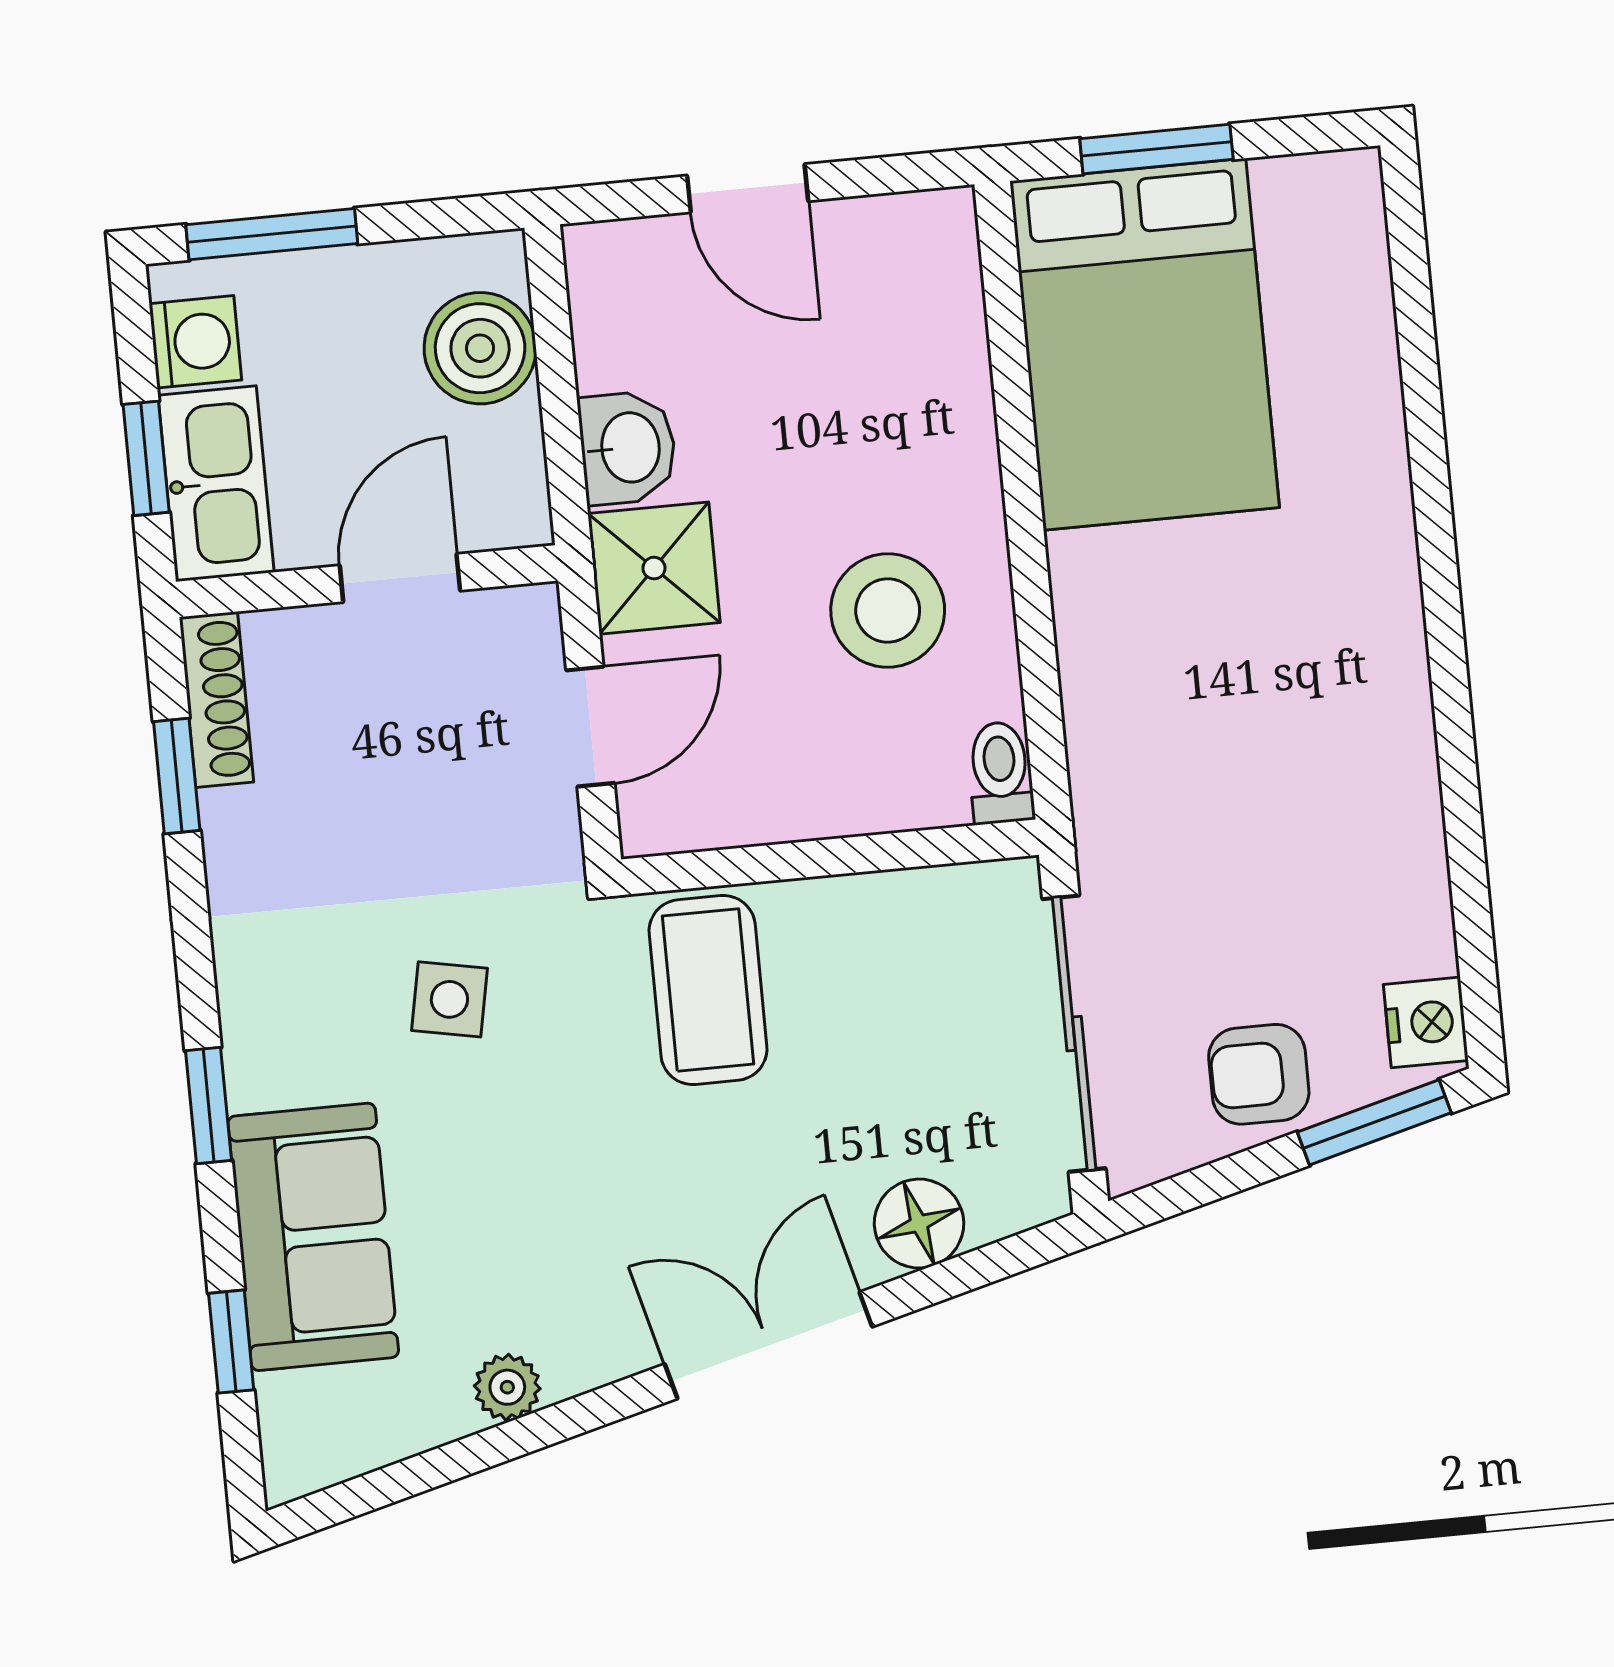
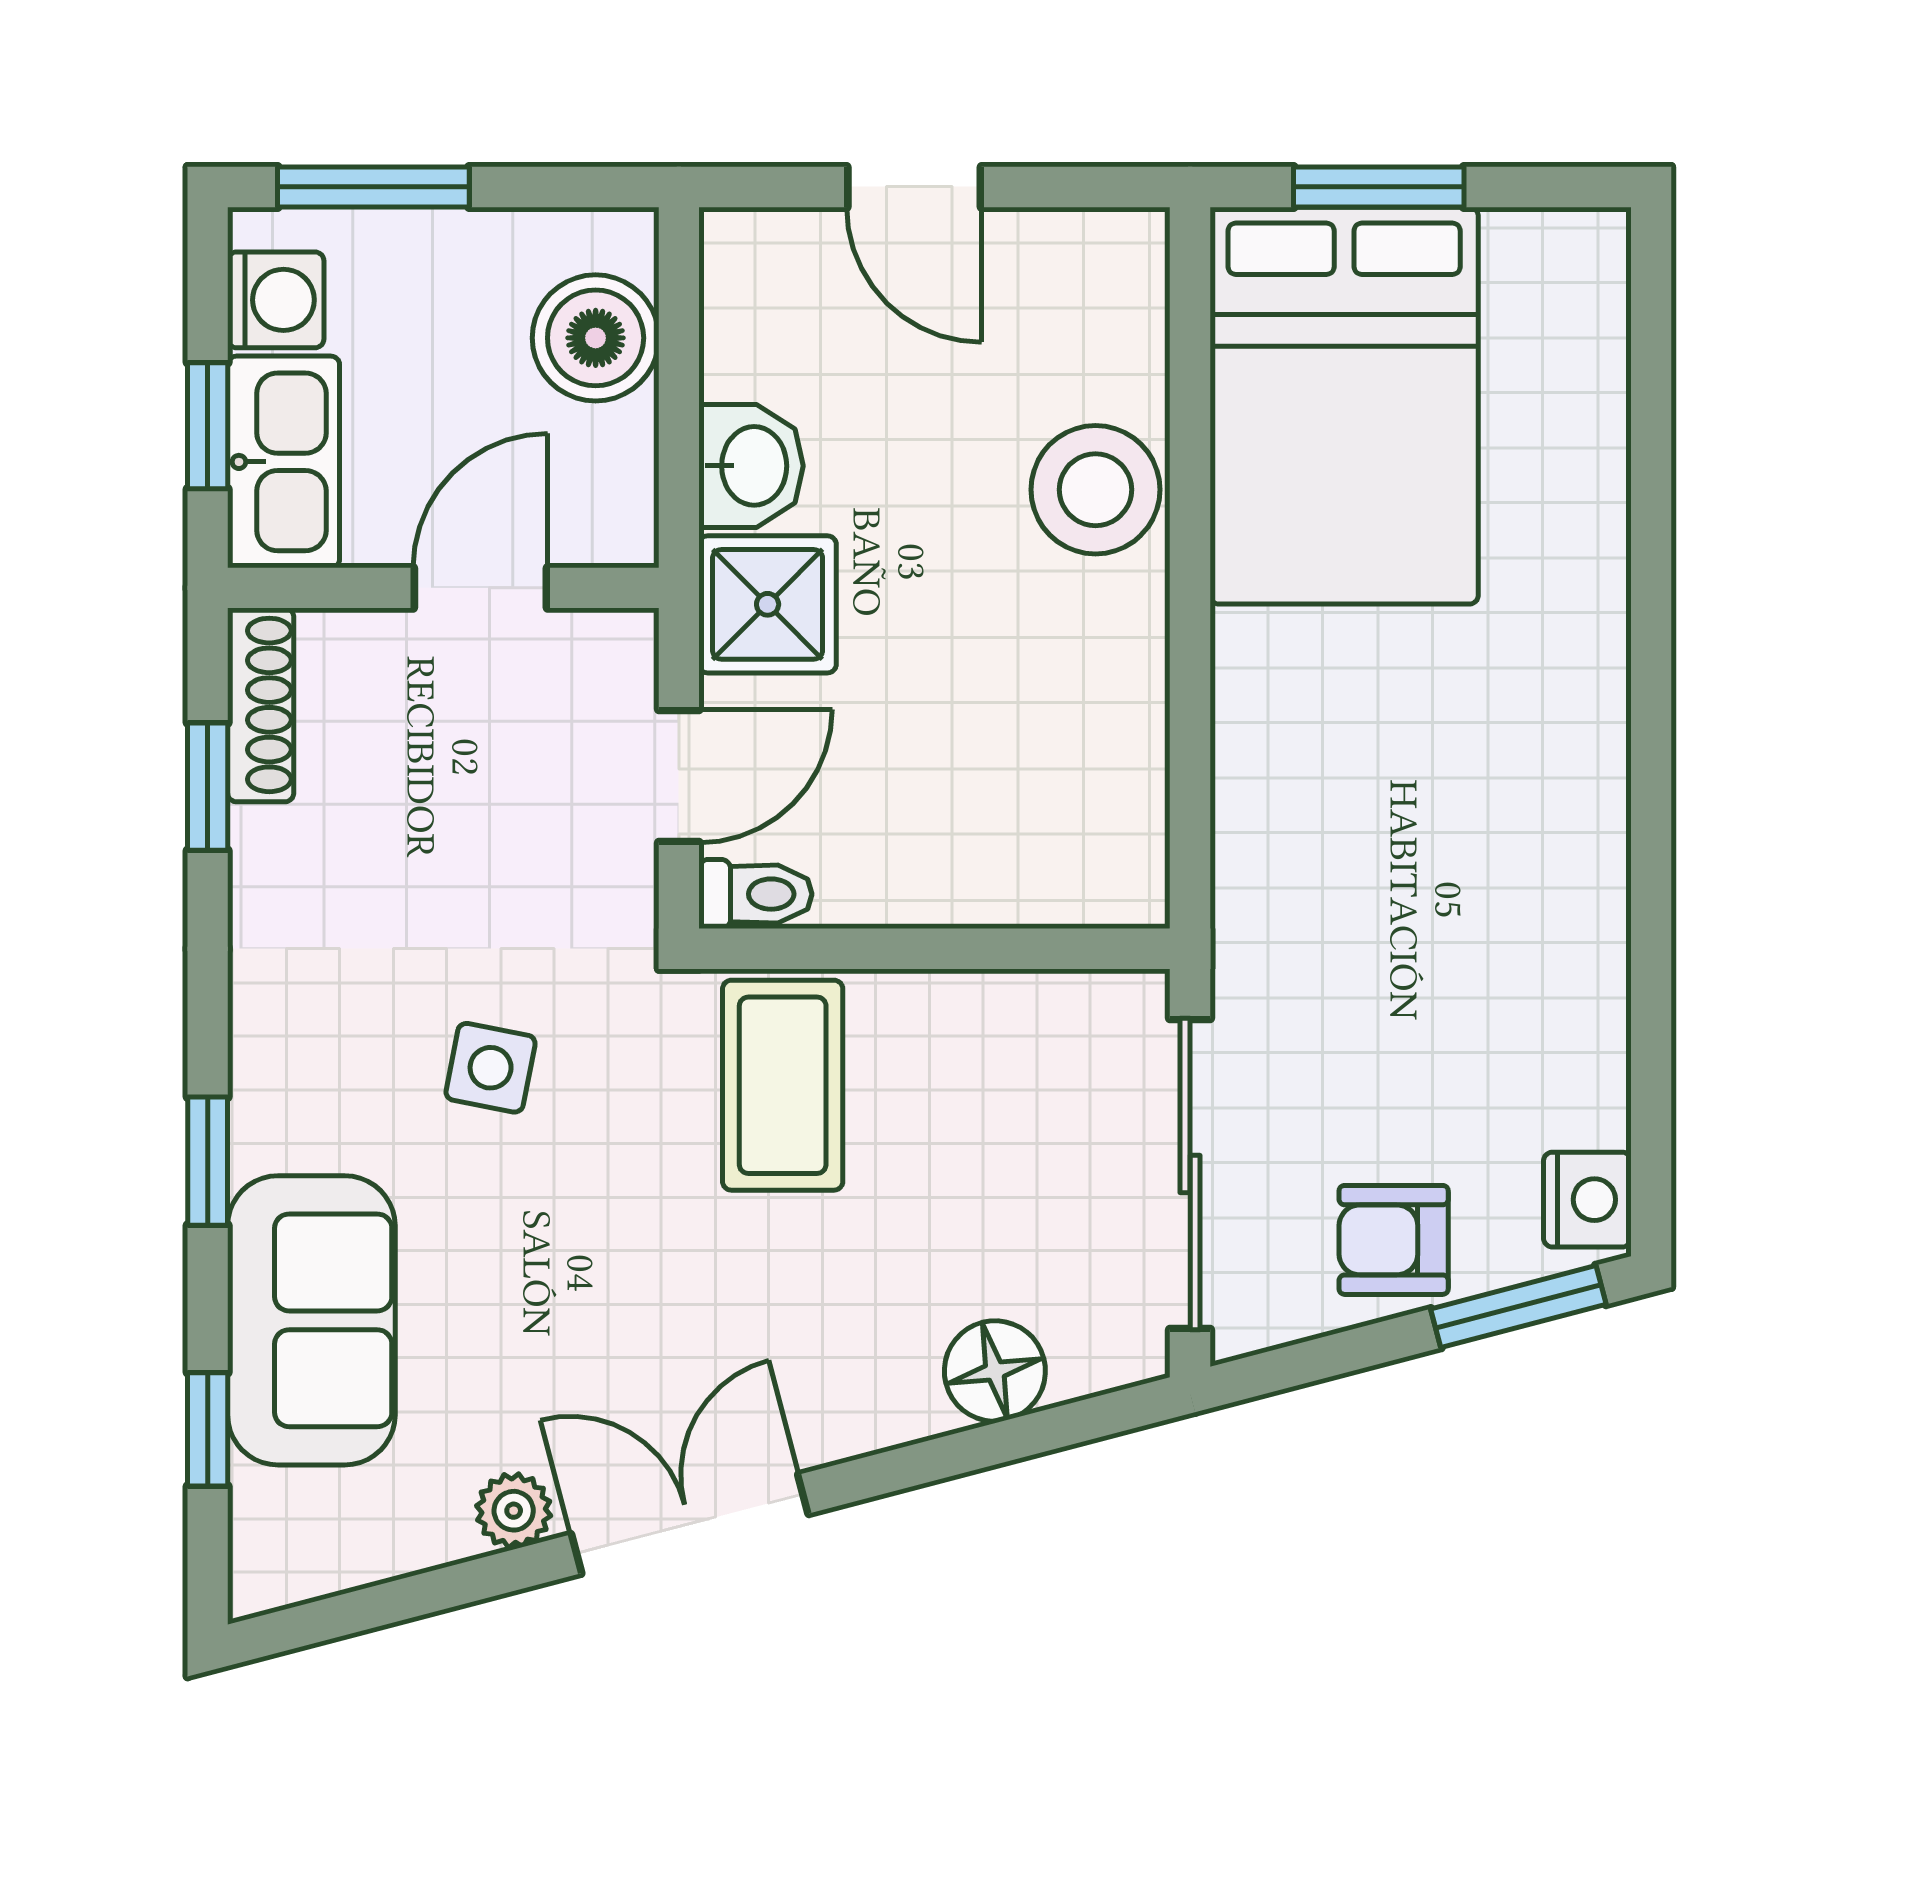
stool: (888, 611) -> (1095, 490), moved
toilet: (1000, 773) -> (755, 894), moved, turned 90
double door: (768, 1345) -> (690, 1524), moved

